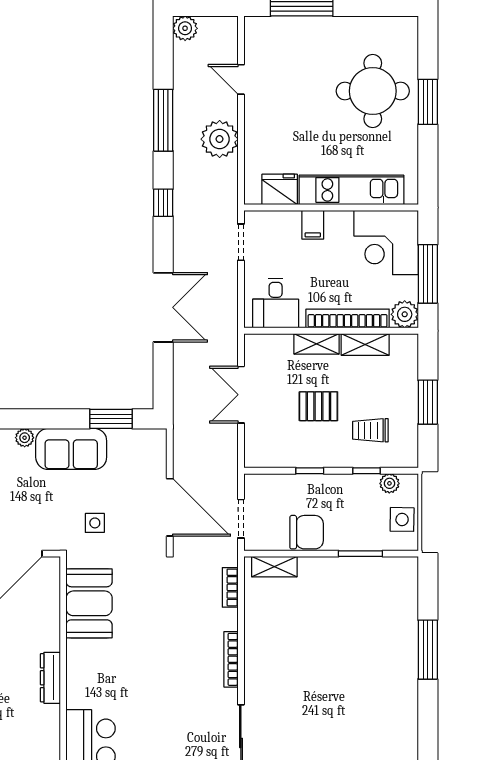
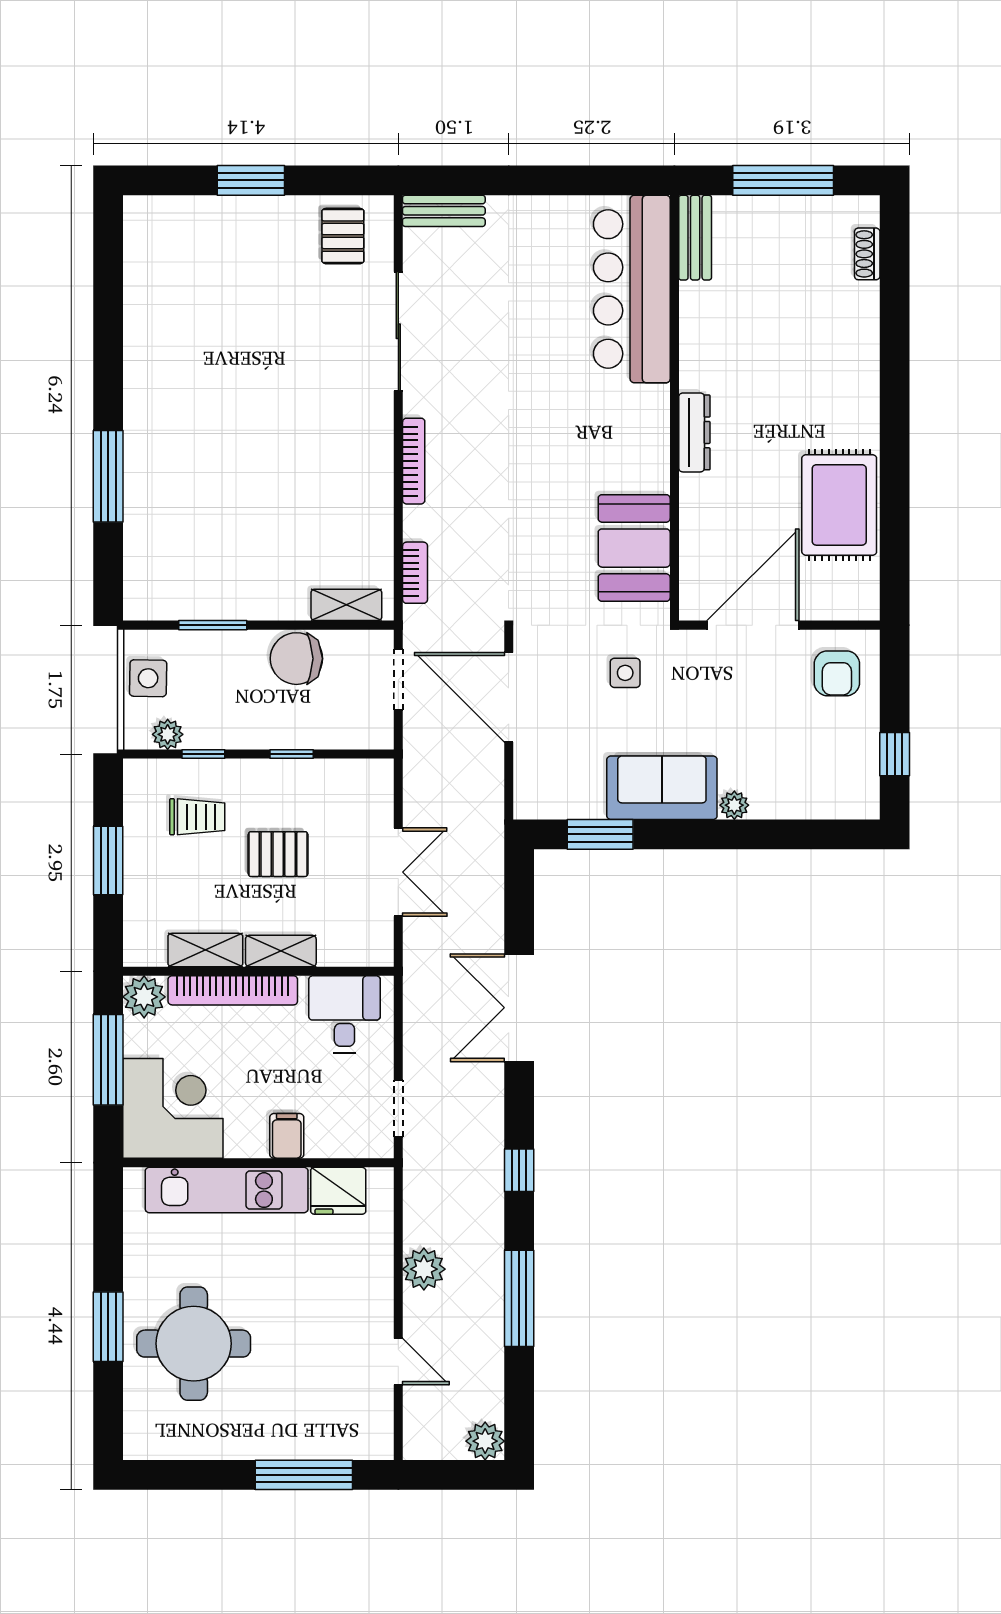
plant: (220, 139) -> (424, 1269), width x0.73, depth x0.73

